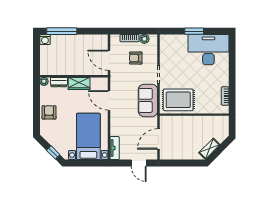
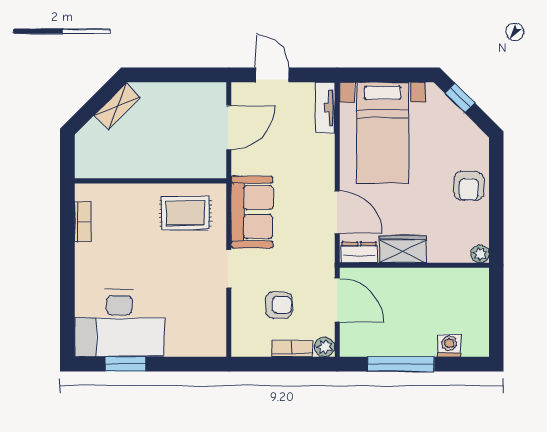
window: (62, 31) -> (401, 364), moved
window: (194, 31) -> (125, 364), moved
plant: (144, 39) -> (325, 347), moved
washing machine: (45, 40) -> (449, 346), moved
dresser: (59, 82) -> (359, 252), moved
rug: (178, 100) -> (186, 213), width x0.73, depth x0.70

